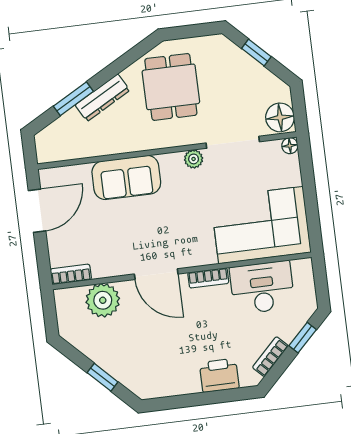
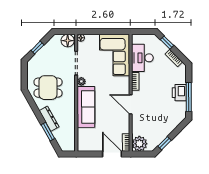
sofa: (126, 178) -> (86, 107), width x1.36
door: (37, 211) -> (112, 154), moved
door: (156, 274) -> (131, 104), swing flipped
plant: (103, 300) -> (139, 144), moved
printer: (219, 375) -> (179, 93), moved
window: (103, 377) -> (164, 143), moved
window: (188, 400) -> (189, 97), added

